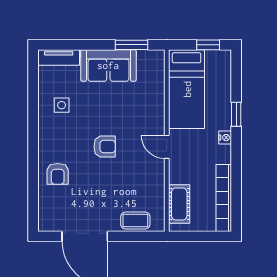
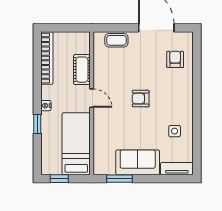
armchair: (58, 174) -> (175, 59), moved
cot: (179, 204) -> (82, 70), moved

